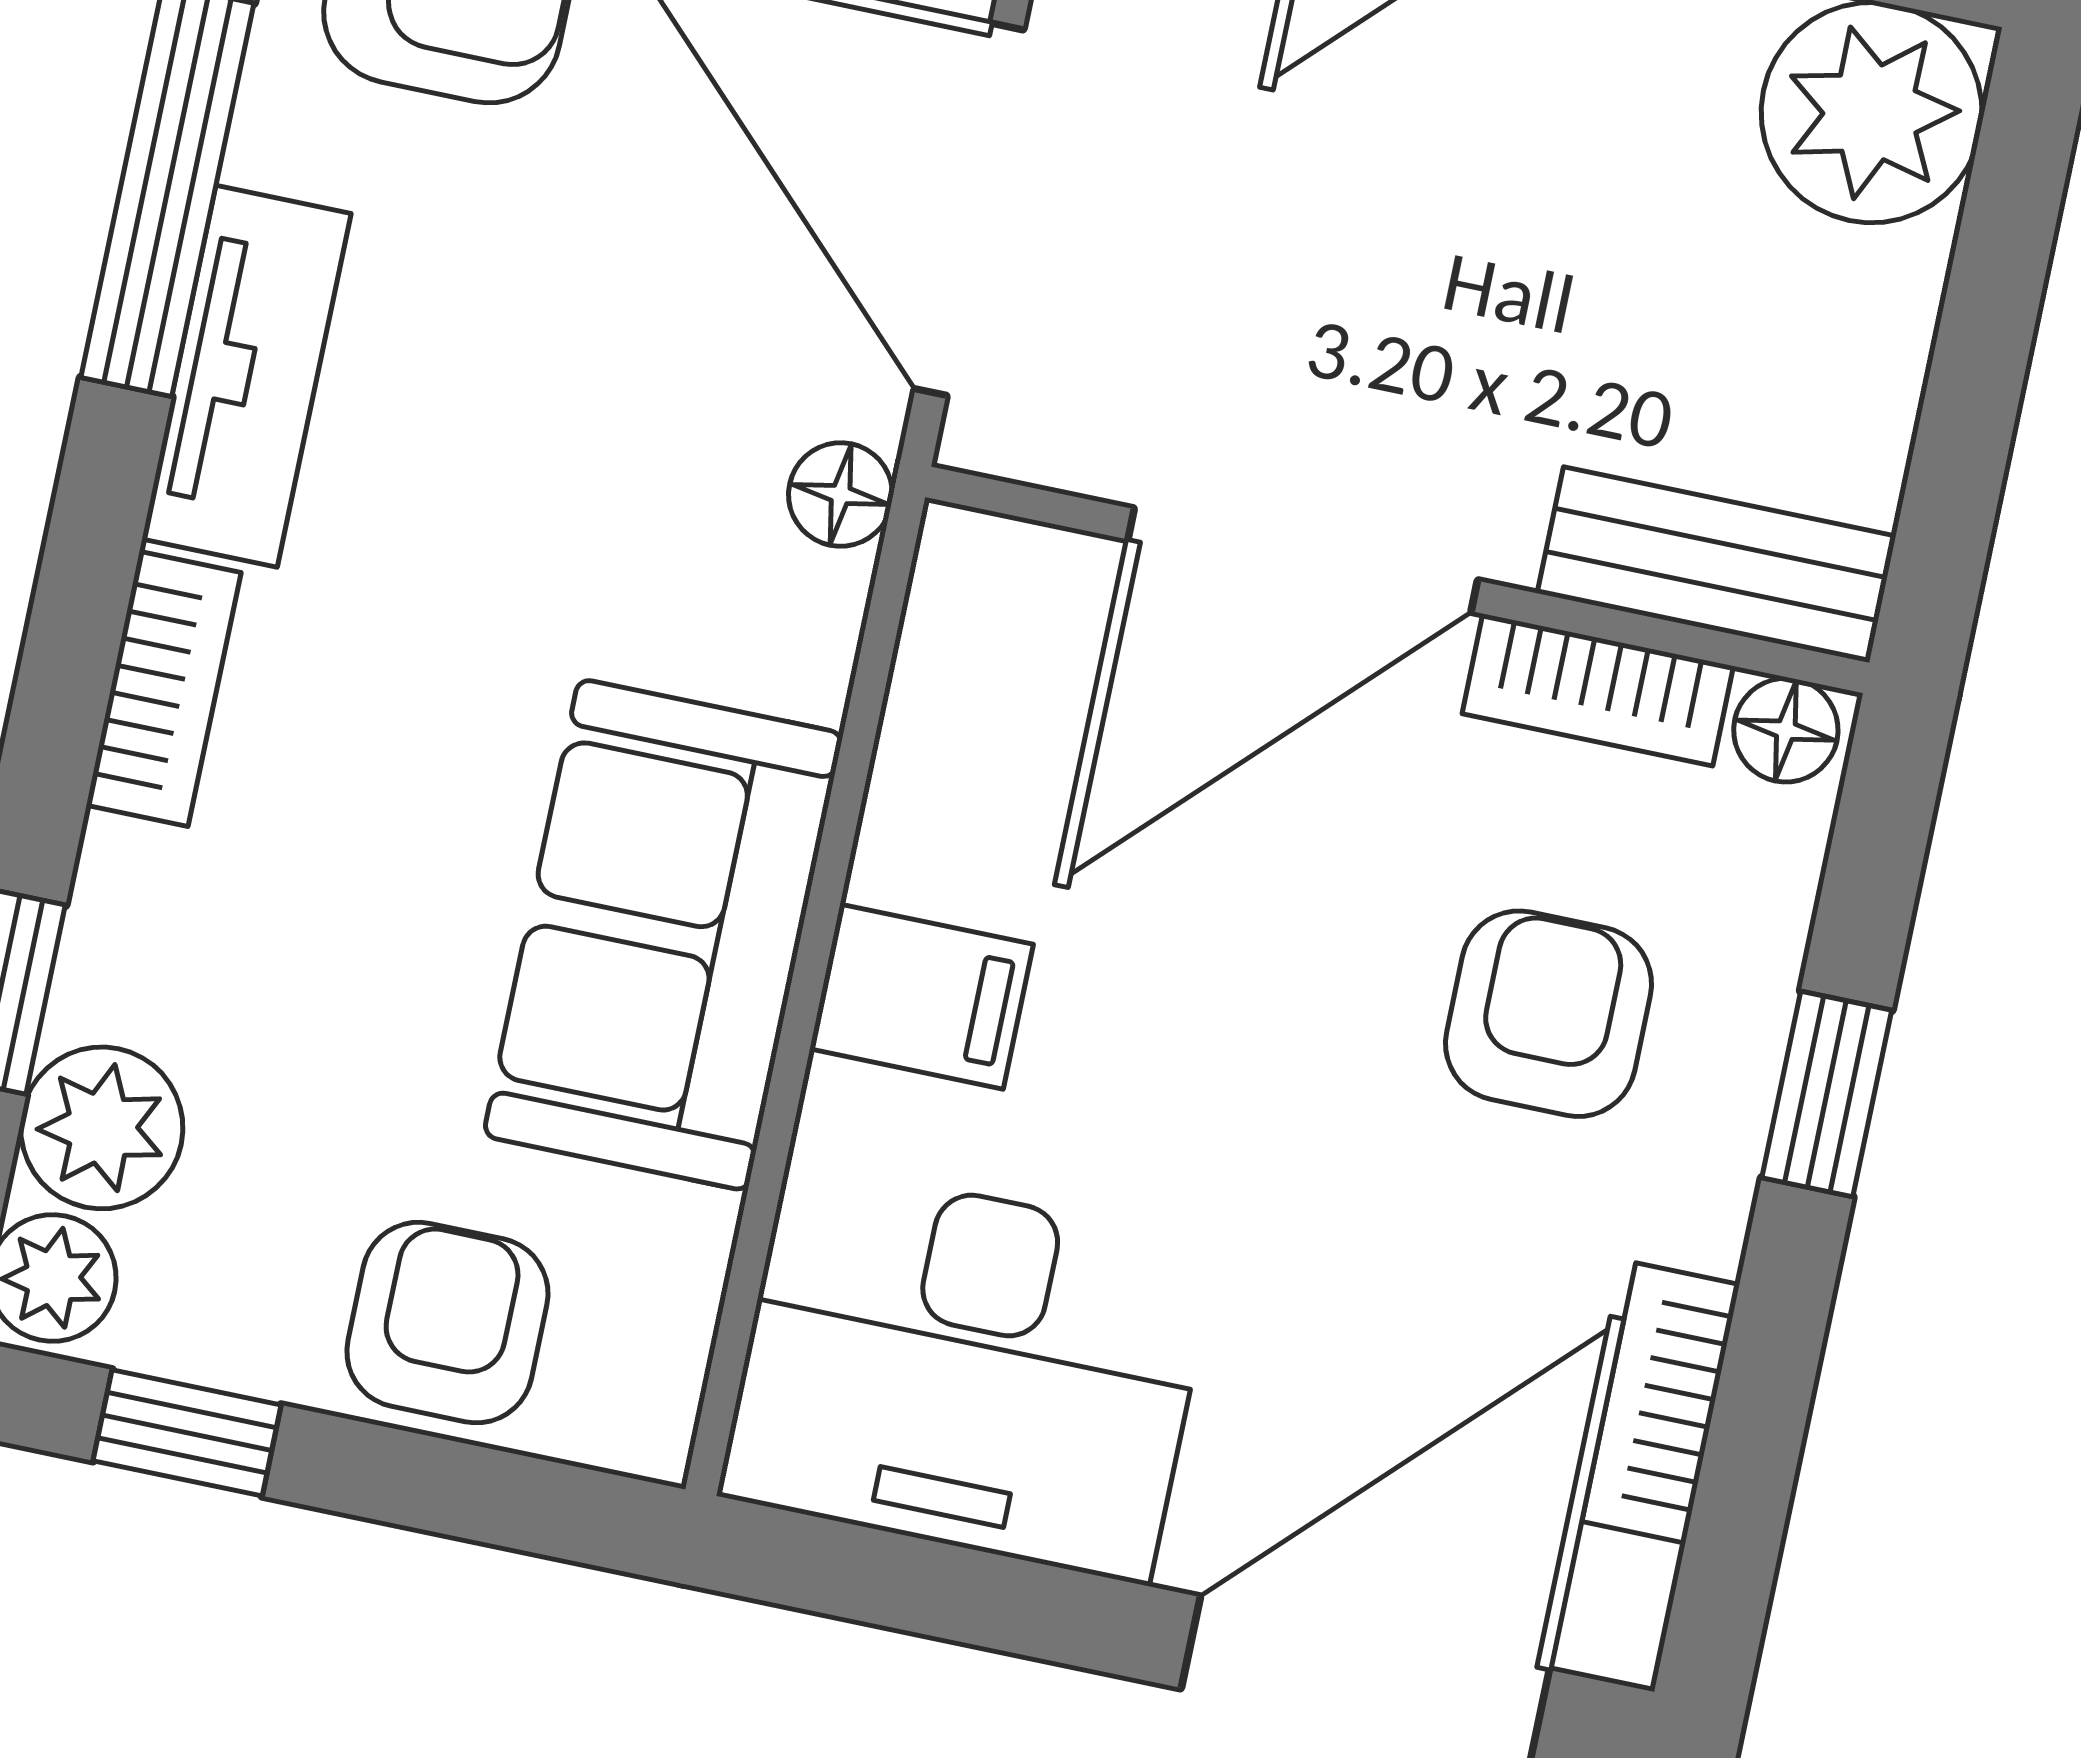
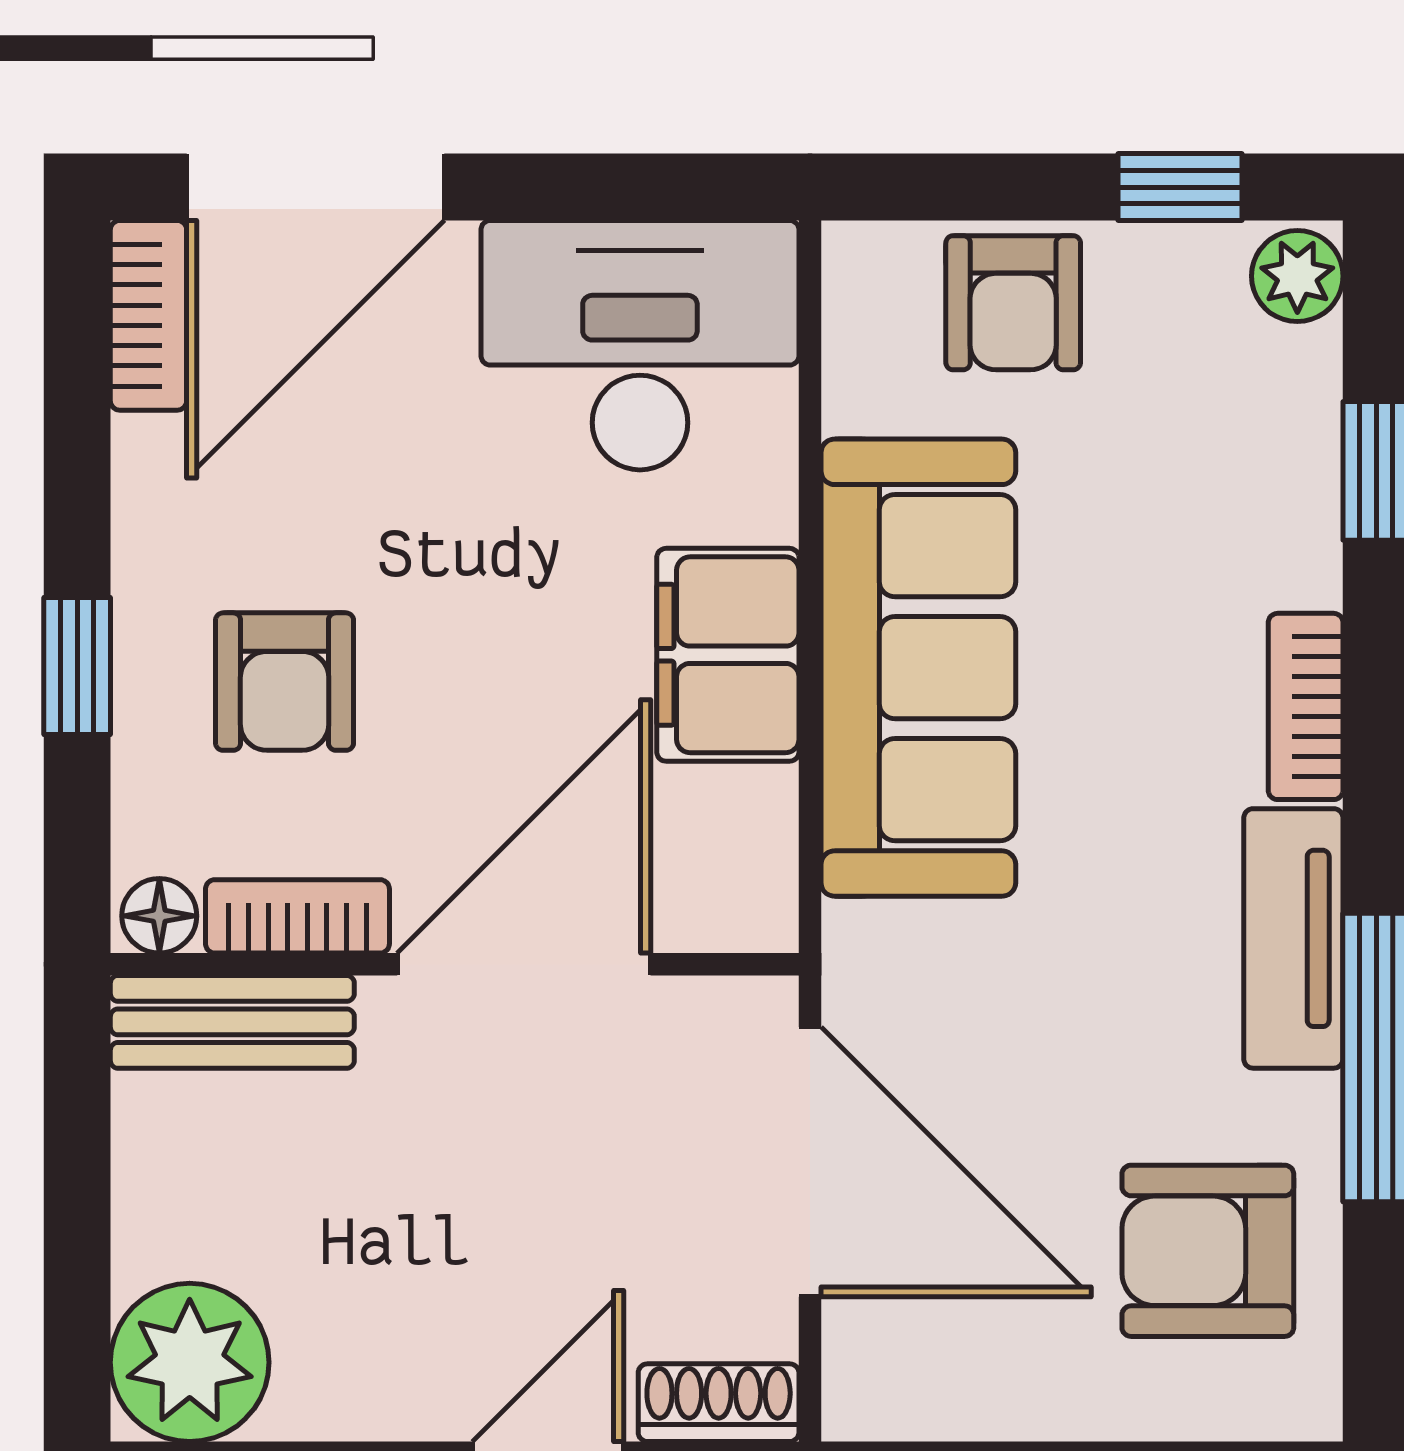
floor lamp: (841, 494) -> (858, 943), removed
sofa: (663, 935) -> (918, 668), width x1.36
filing cabinet: (921, 997) -> (728, 655), width x2.00
plant: (102, 1128) -> (1285, 389), removed
bookcase: (1661, 1403) -> (148, 315), moved

